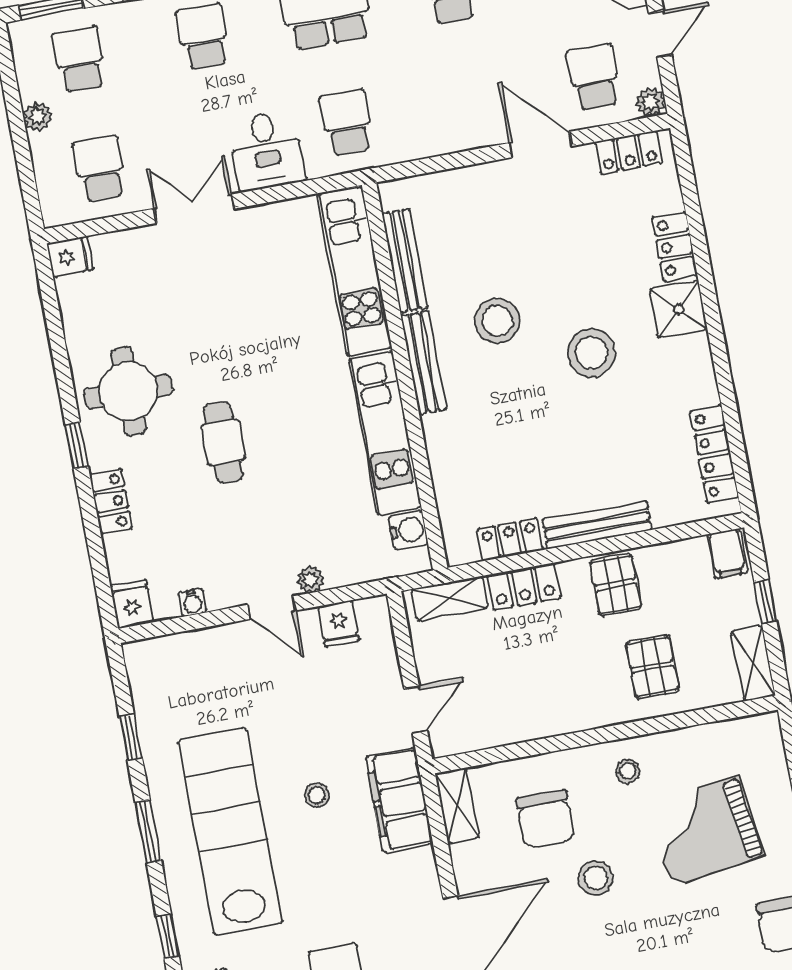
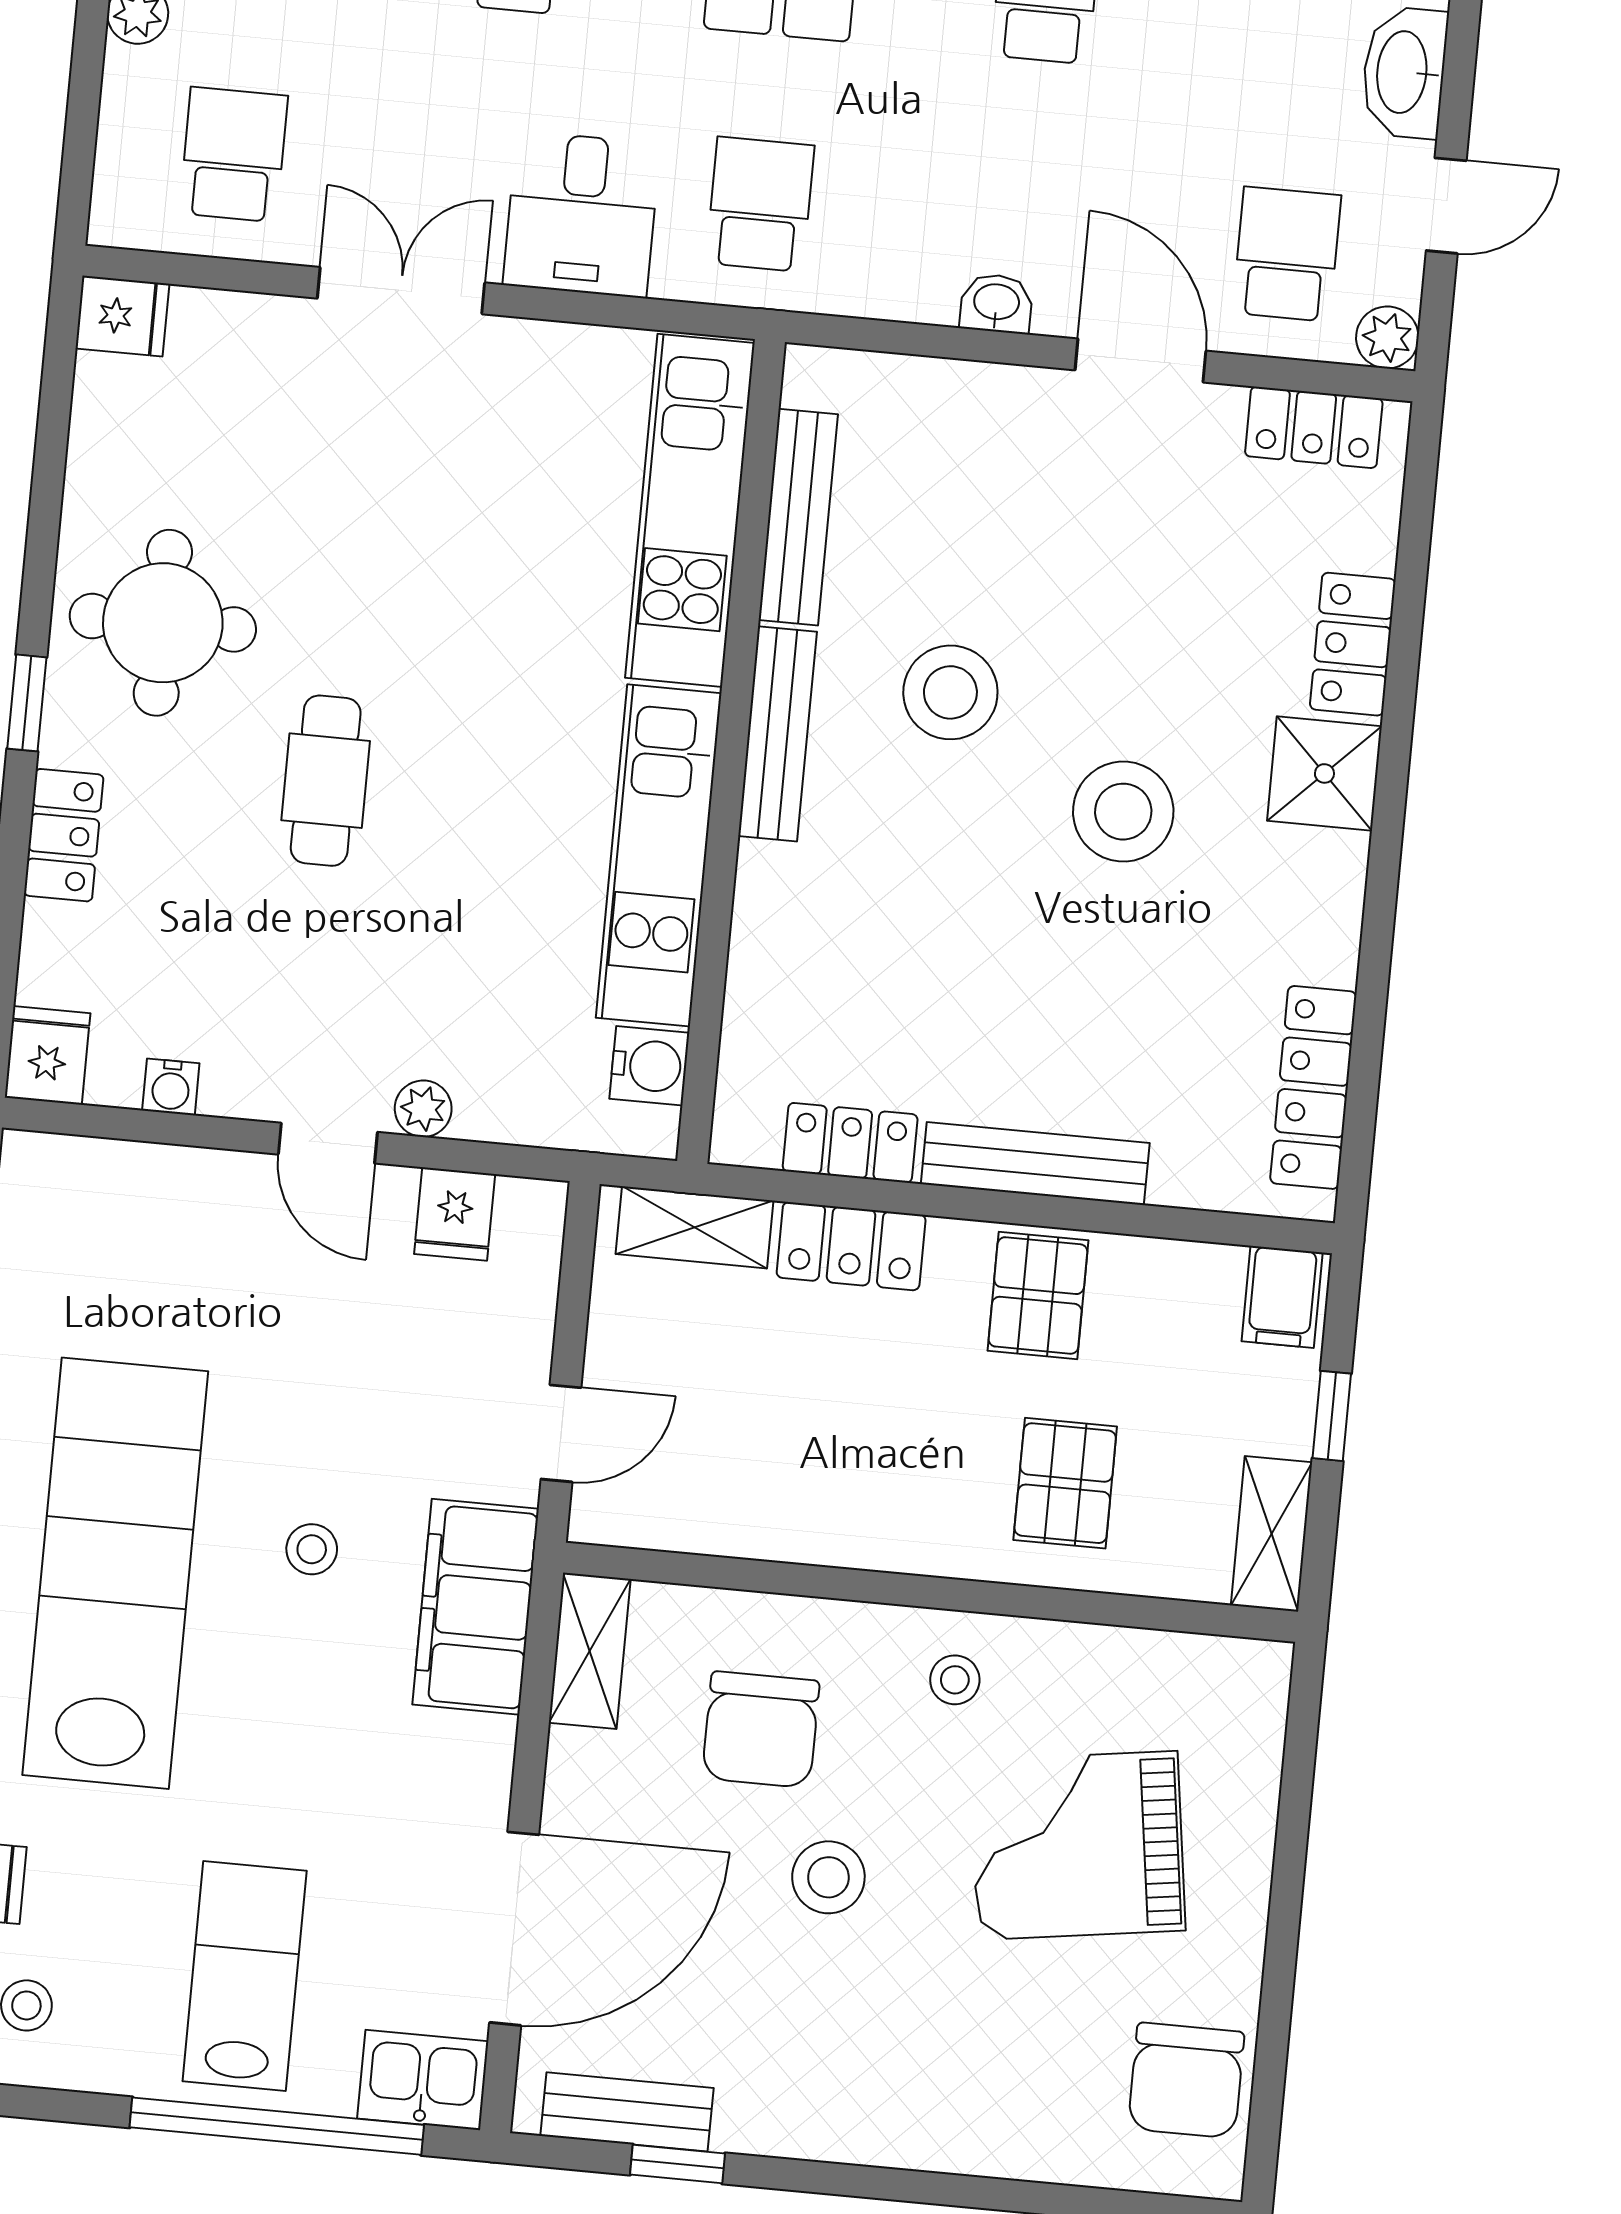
washbasin: (468, 137) -> (996, 303), added

